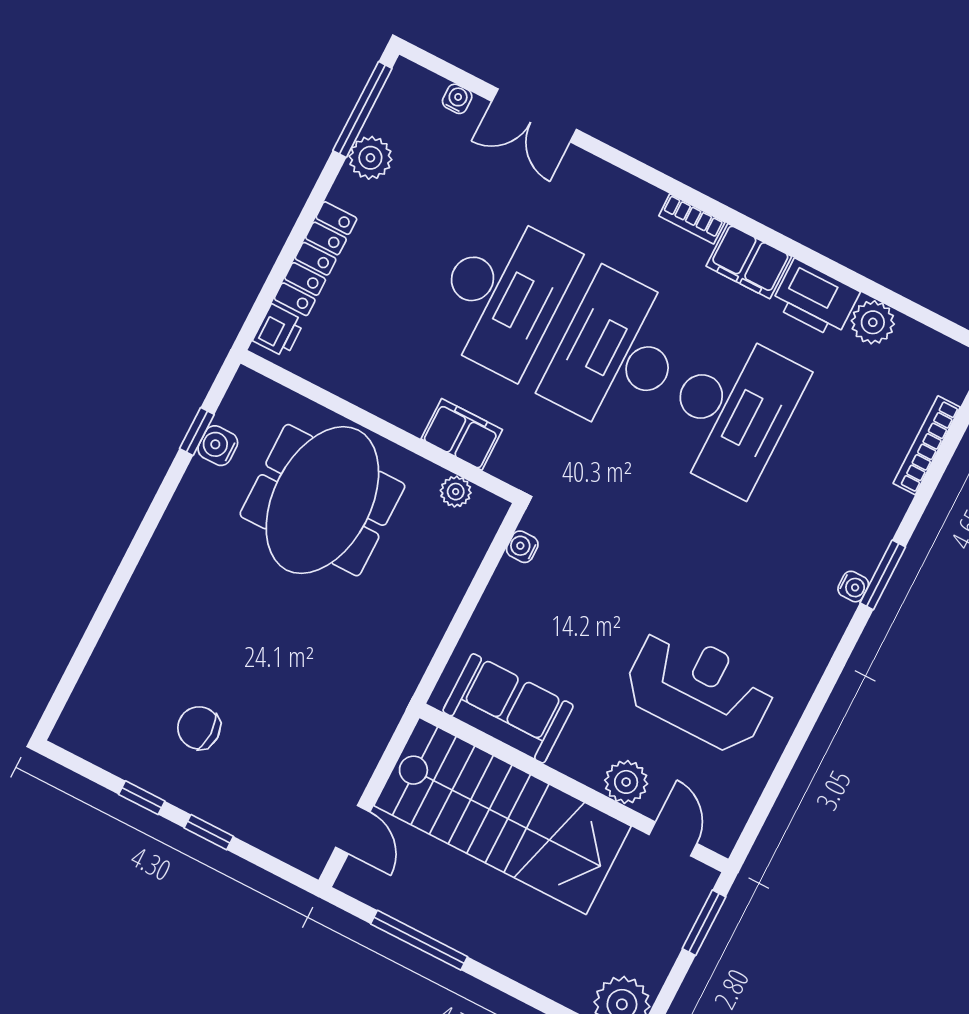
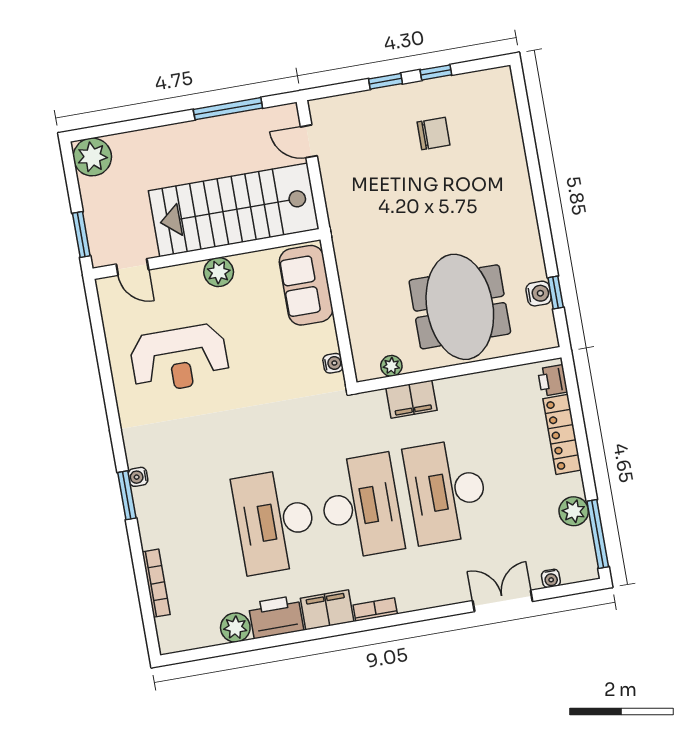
sofa: (508, 708) -> (306, 285), moved, turned 90
plant: (626, 782) -> (219, 272), moved

